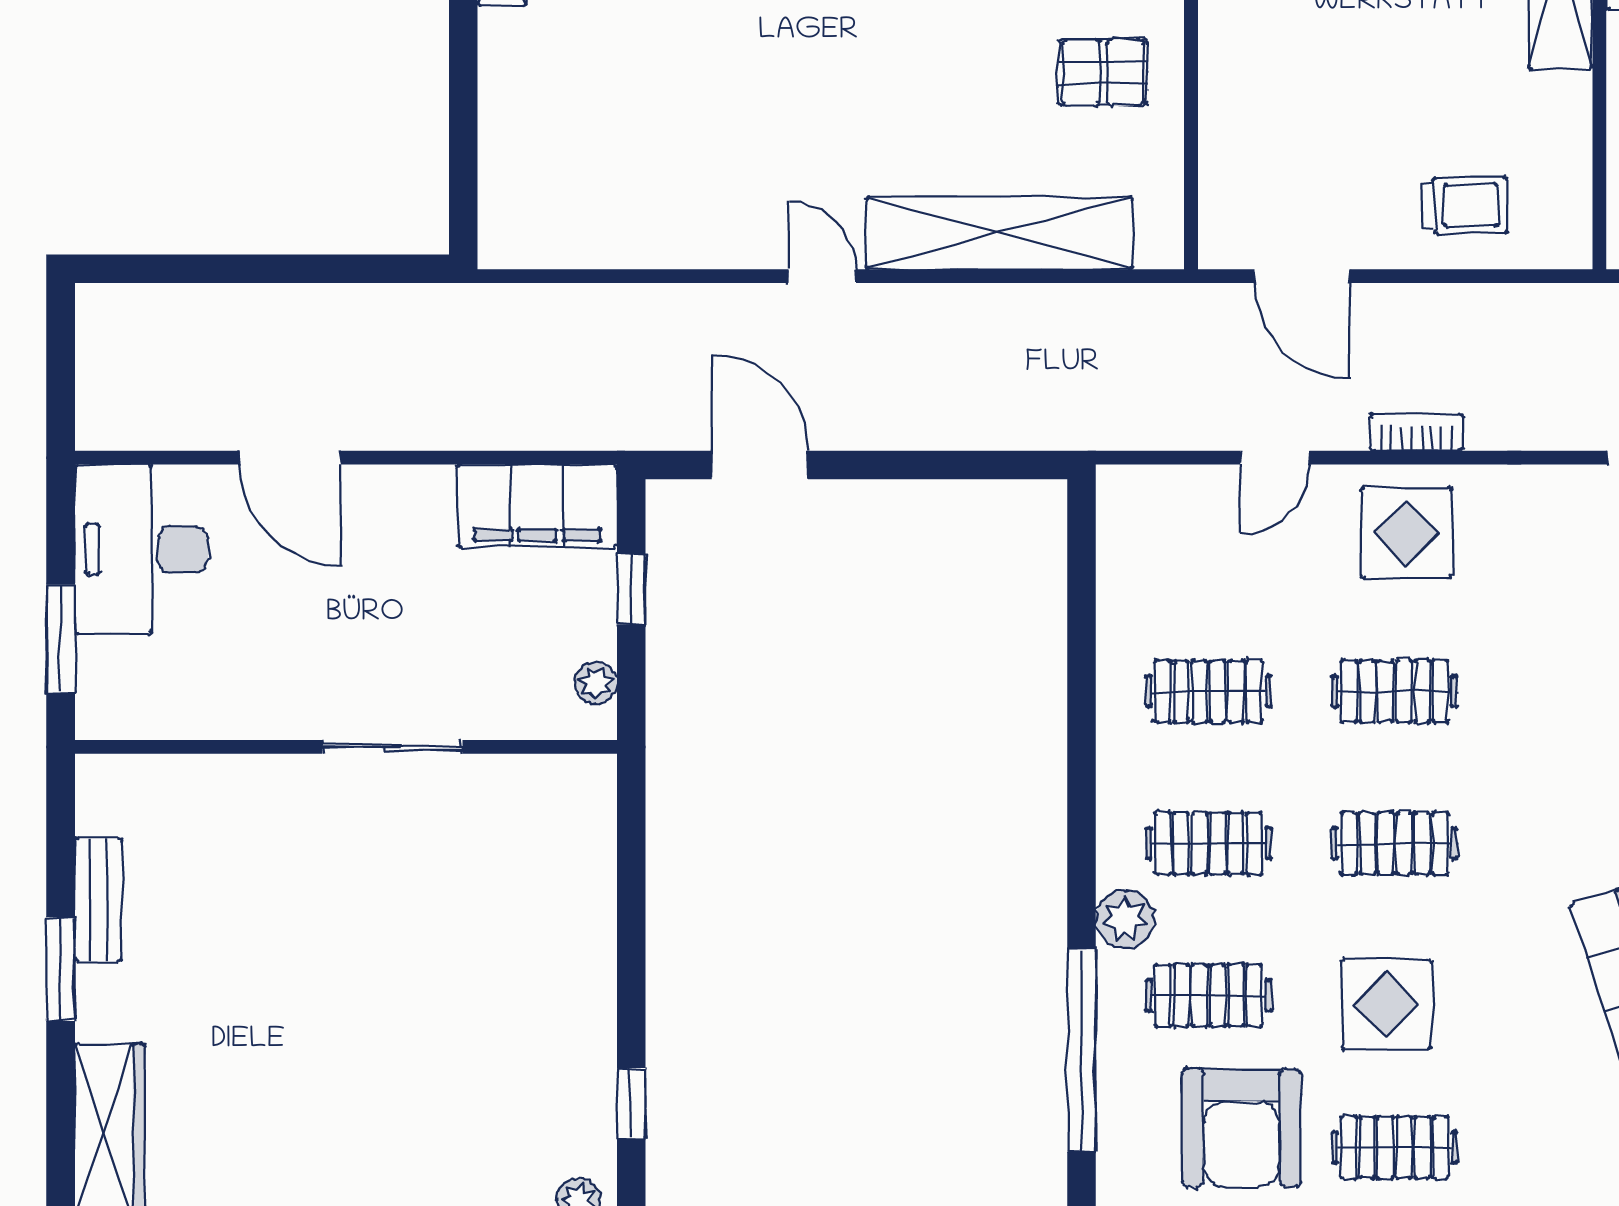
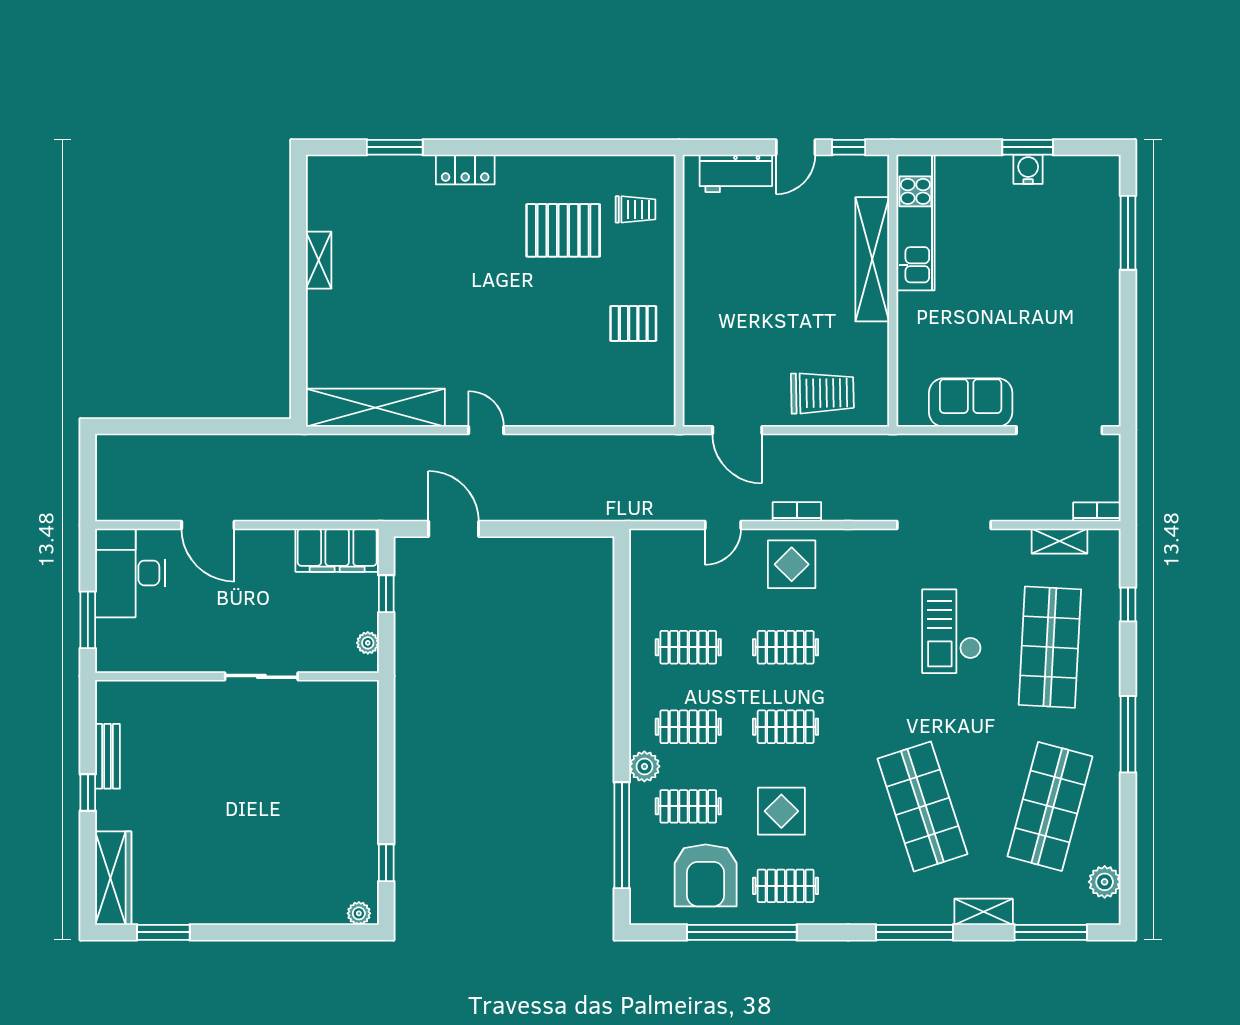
trolley: (1465, 205) -> (822, 393), width x1.36, depth x1.39
shelving: (1000, 233) -> (375, 408), moved
window: (61, 969) -> (88, 793), width x0.67

